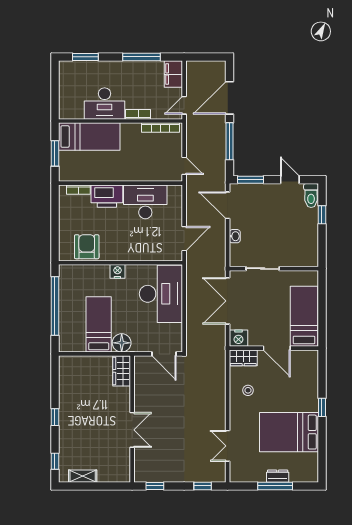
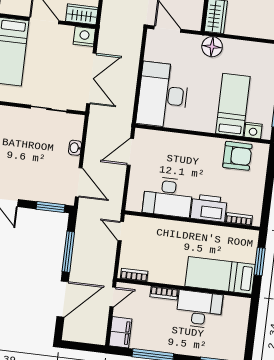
bookcase: (160, 128) -> (134, 275), width x0.64
armchair: (87, 247) -> (237, 156), turned -90
nightstand: (117, 271) -> (253, 131), moved
bed: (99, 324) -> (233, 105), moved, turned 180

